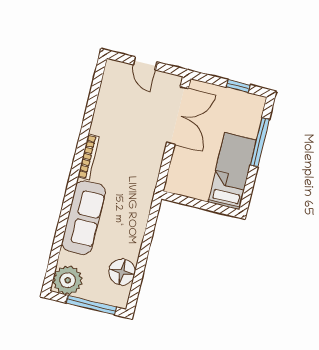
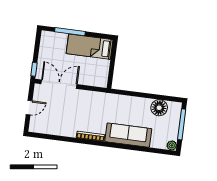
window: (238, 86) -> (34, 69), moved
plant: (68, 280) -> (172, 145), width x0.53, depth x0.53

